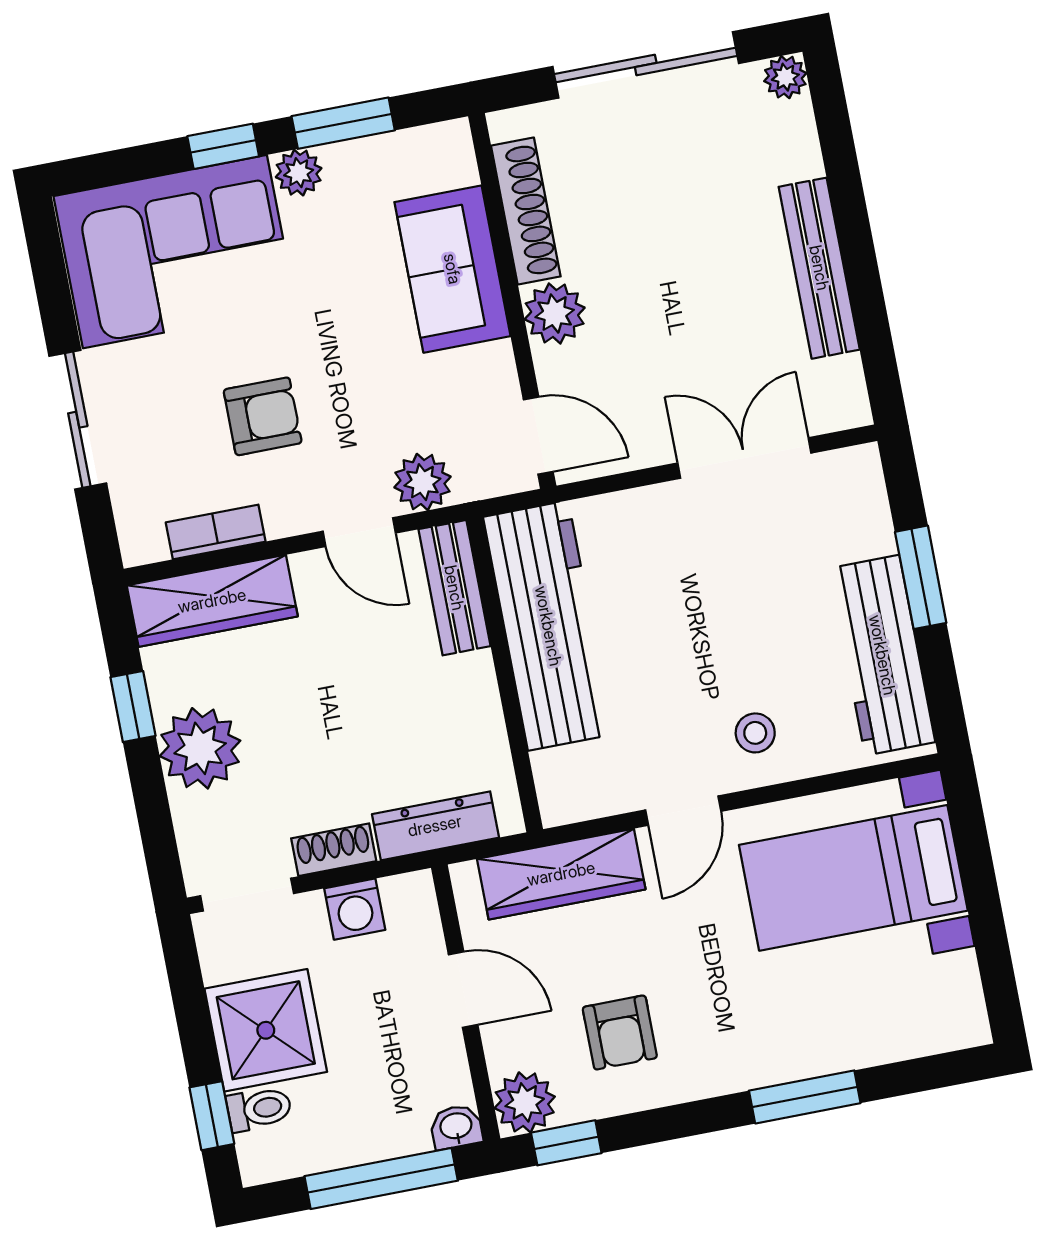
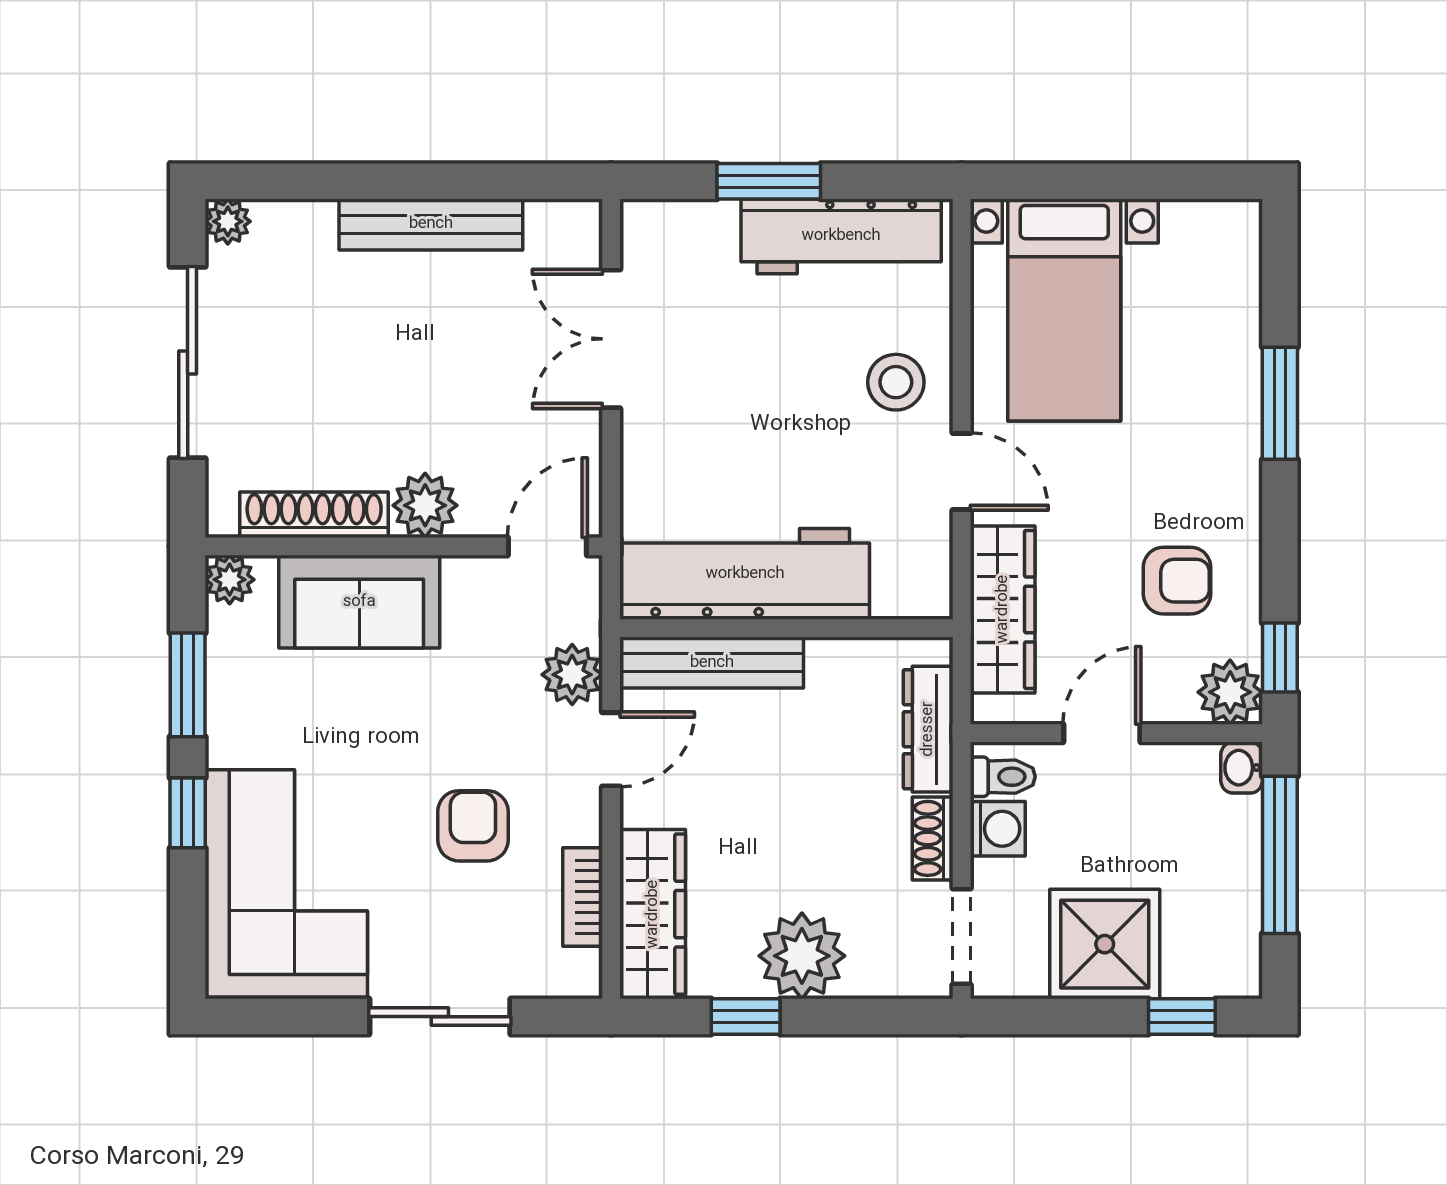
plant: (299, 173) -> (230, 580), moved
bench: (454, 588) -> (712, 663), width x1.36
stool: (755, 733) -> (896, 382), width x1.37, depth x1.37
toilet: (259, 1109) -> (1003, 777), moved, turned 90

